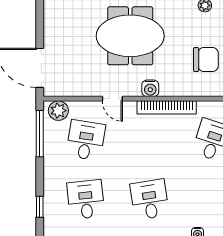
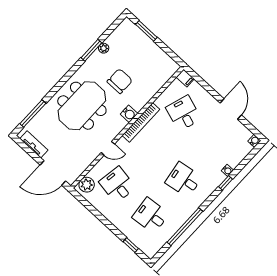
tv unit: (50, 24) -> (34, 144), added
chair: (206, 60) -> (120, 81), moved
water cooler: (150, 88) -> (129, 114), moved
window: (40, 134) -> (90, 207), removed

